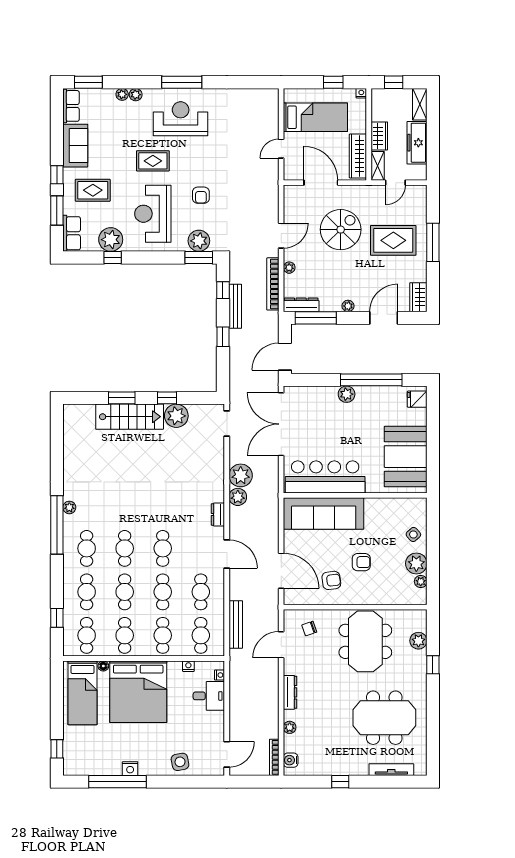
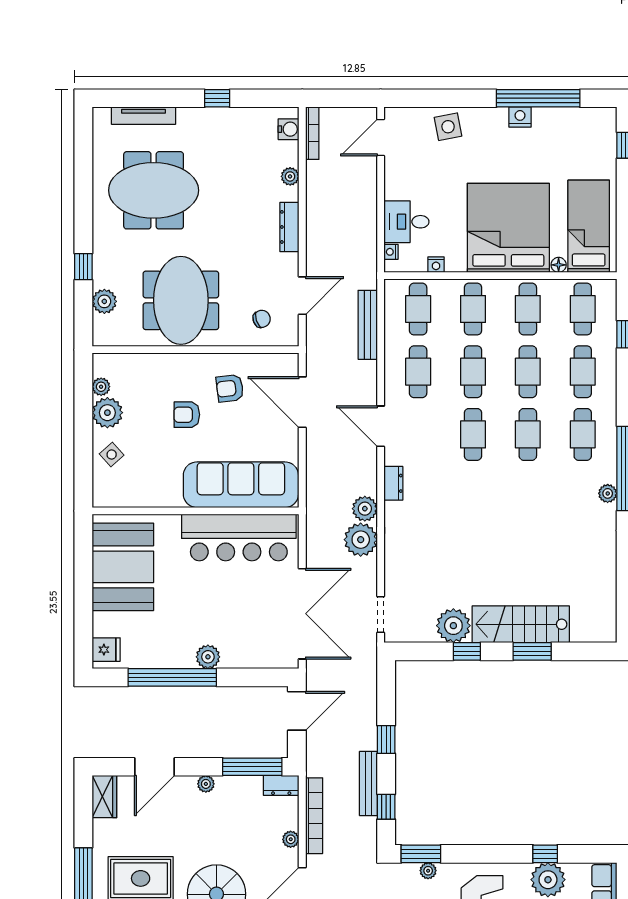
plant: (199, 241) -> (428, 871), width x0.53, depth x0.53
dresser: (301, 305) -> (281, 785), width x0.70

